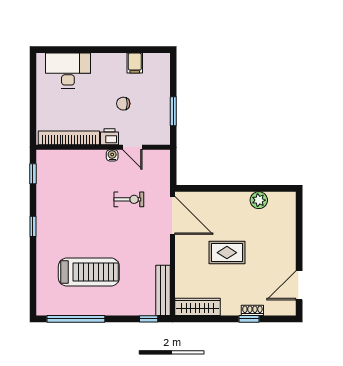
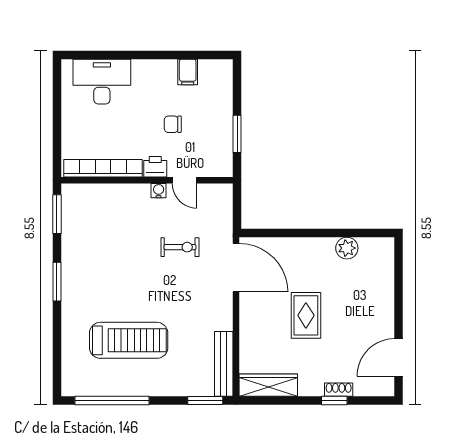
window: (33, 174) -> (57, 214), width x1.50
window: (33, 226) -> (57, 282), width x1.50
rug: (227, 253) -> (306, 315), turned 90
window: (149, 319) -> (205, 401), width x1.50

